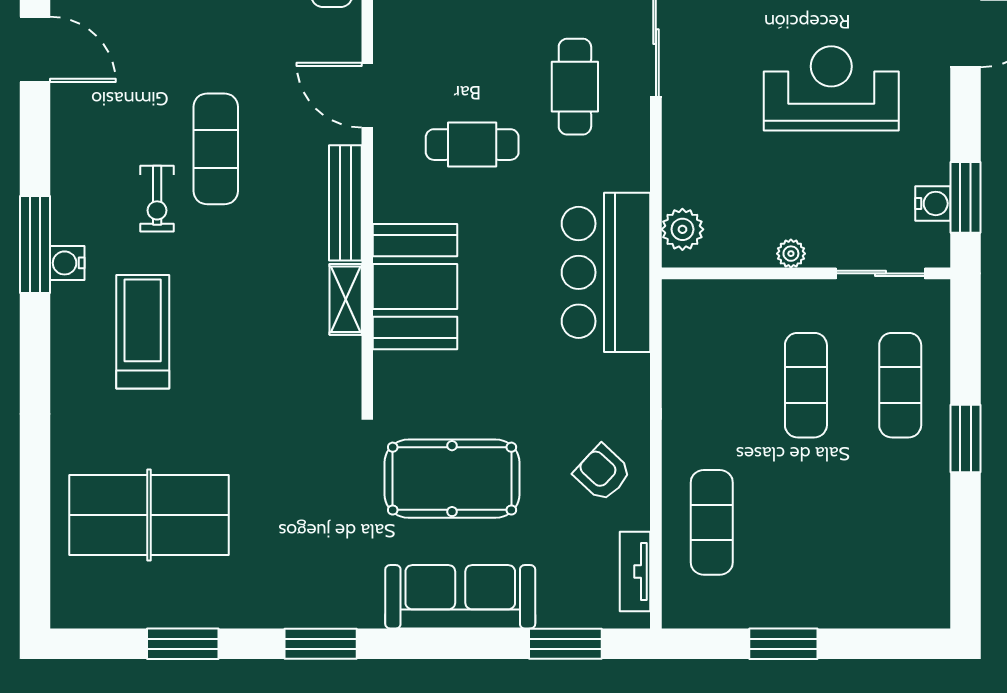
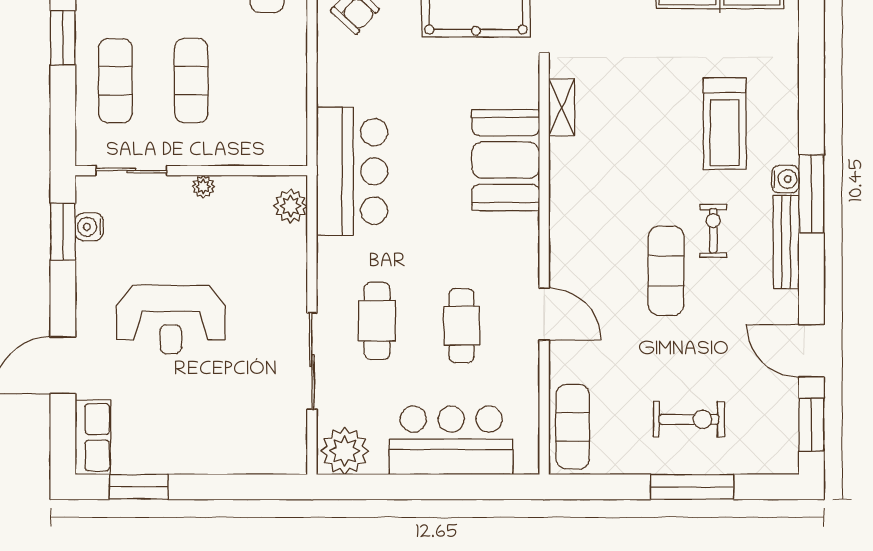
cafe table: (472, 145) -> (462, 326), moved, turned 90
bench: (345, 203) -> (786, 242), moved
shelving: (346, 299) -> (562, 107), moved

